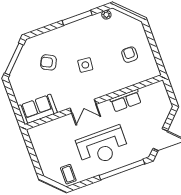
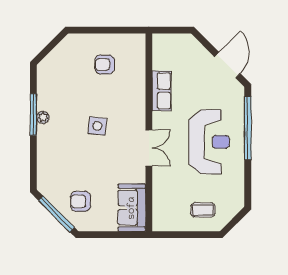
plant: (106, 15) -> (43, 117), moved
armchair: (49, 62) -> (81, 201), moved, turned 63
coffee table: (68, 174) -> (203, 210), moved

